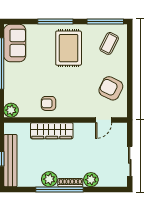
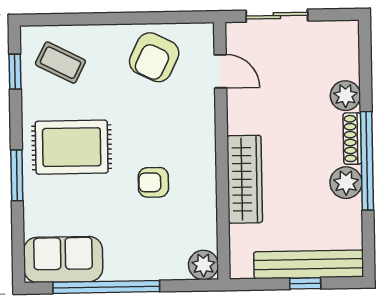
window: (55, 22) -> (17, 175), width x0.69
window: (105, 22) -> (15, 72), width x0.46
armchair: (49, 103) -> (153, 182), moved, turned 90
sliding door: (130, 161) -> (277, 16), moved

